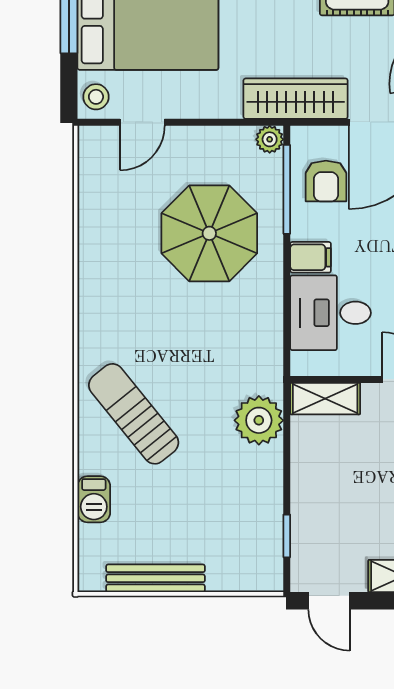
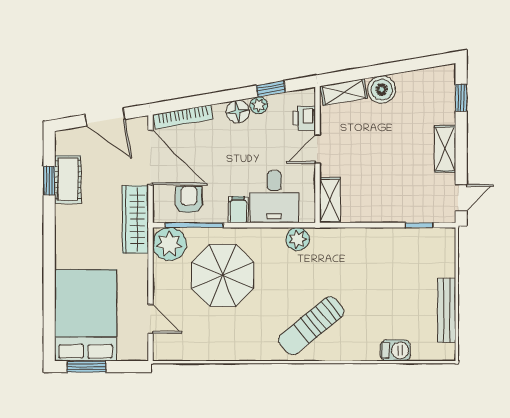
stool: (96, 97) -> (134, 349), removed
plant: (270, 139) -> (169, 244), width x1.88, depth x1.88
armchair: (326, 181) -> (189, 200), turned -90
sun lounger: (134, 414) -> (311, 326), moved
plant: (259, 420) -> (298, 239), moved, width x0.73, depth x0.73

